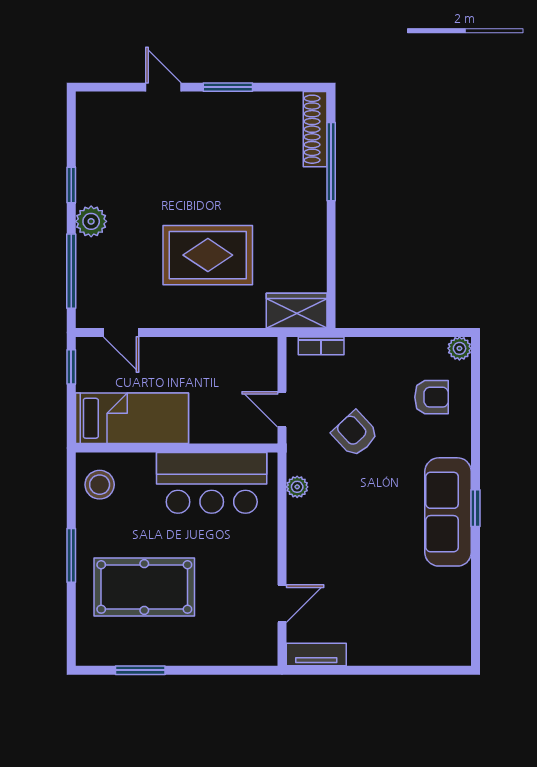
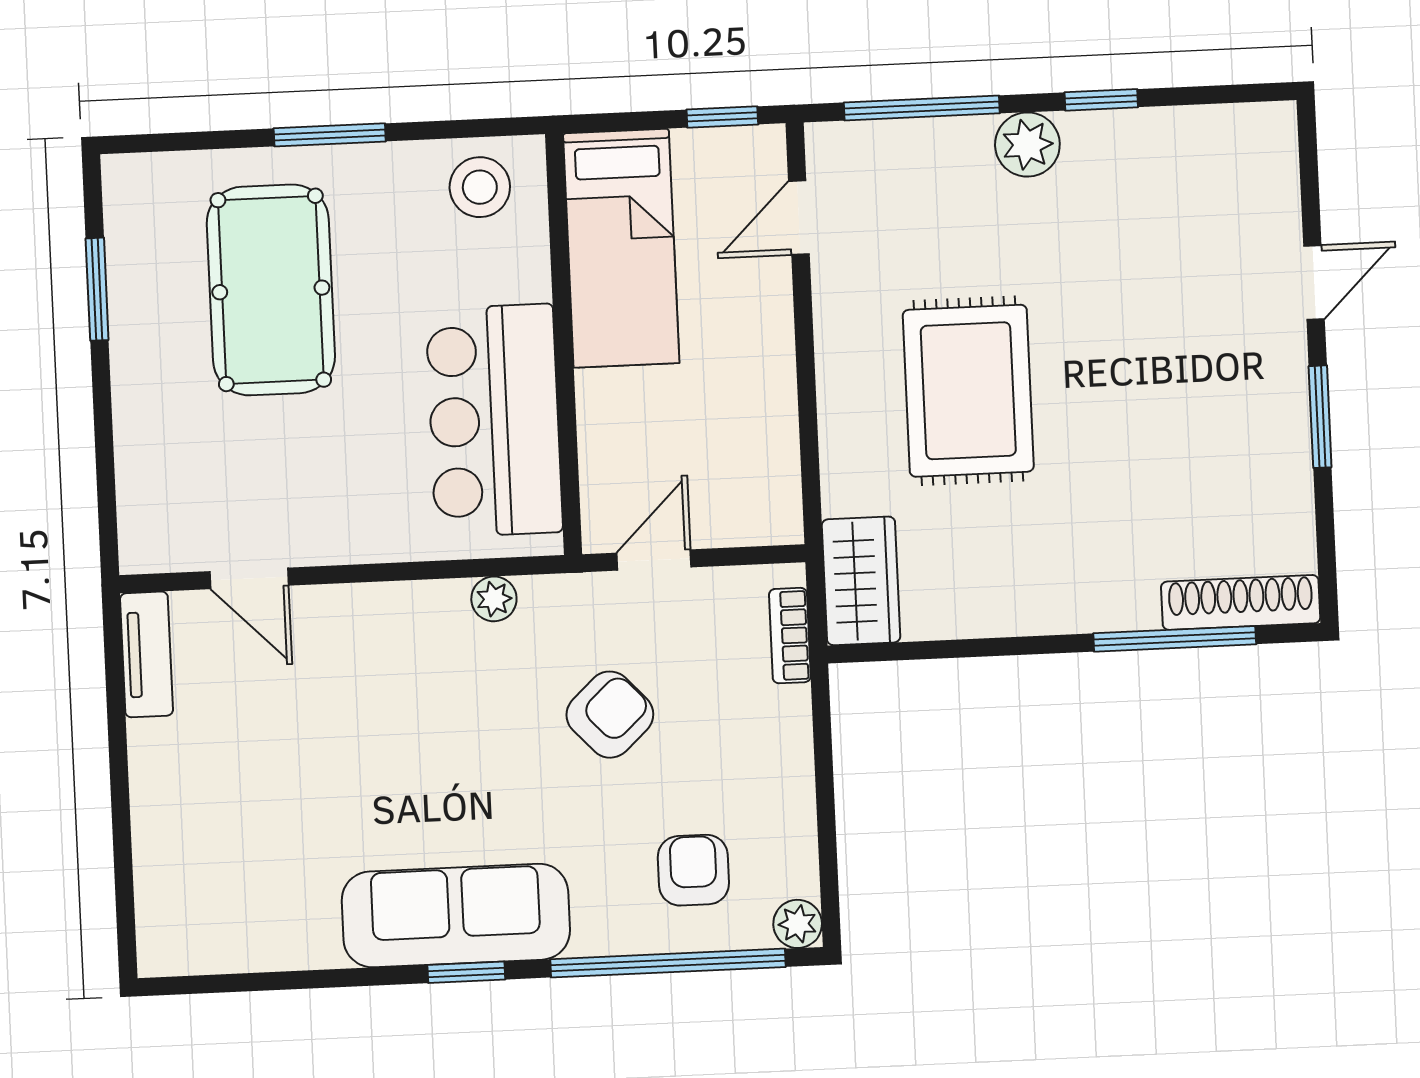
armchair: (431, 397) -> (693, 870), turned 180
window: (475, 411) -> (668, 963), added

